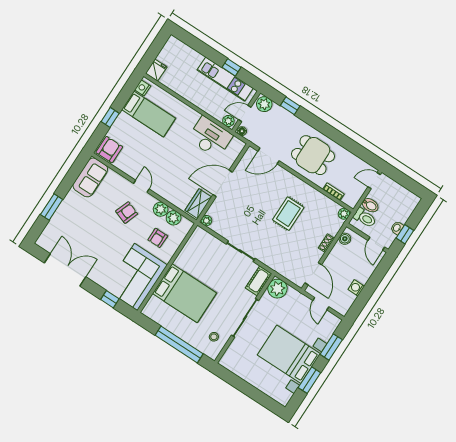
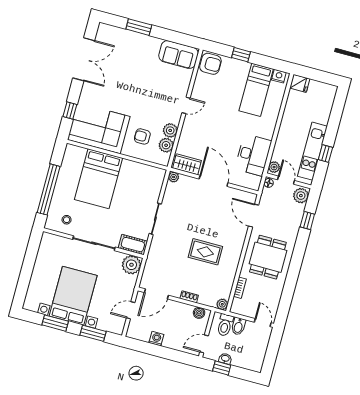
armchair: (127, 213) -> (157, 100), removed

